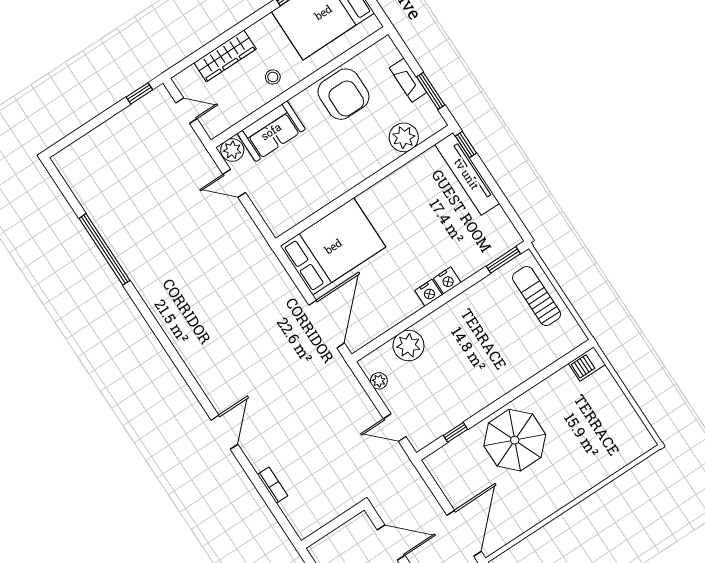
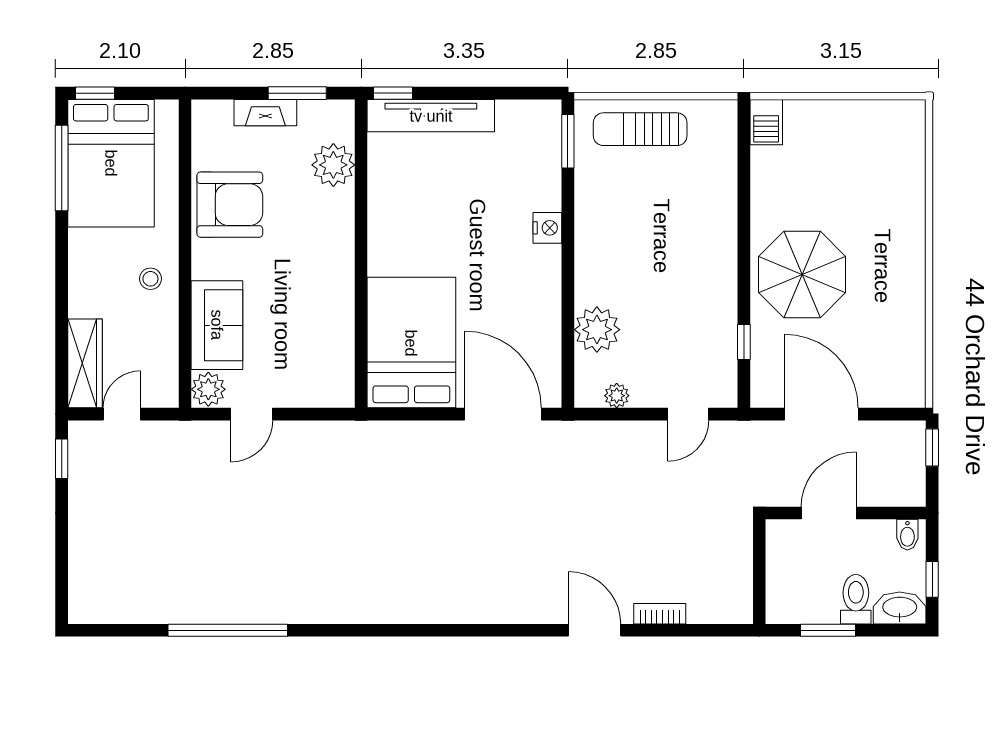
wardrobe: (225, 56) -> (85, 363), moved
nightstand: (429, 293) -> (548, 261), removed
door: (225, 432) -> (595, 630), moved
door: (464, 533) -> (821, 414), moved

